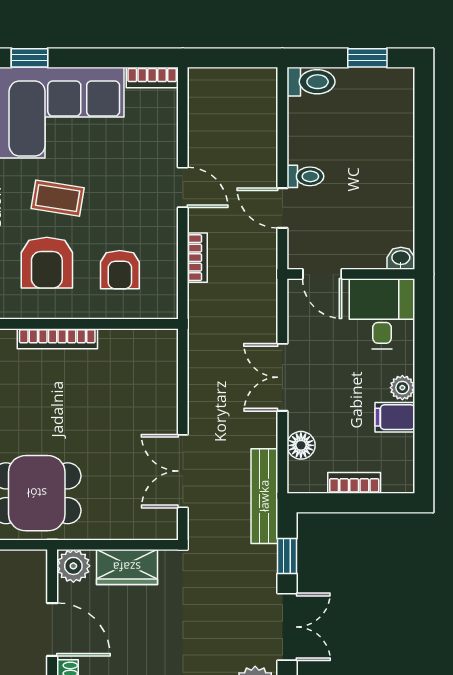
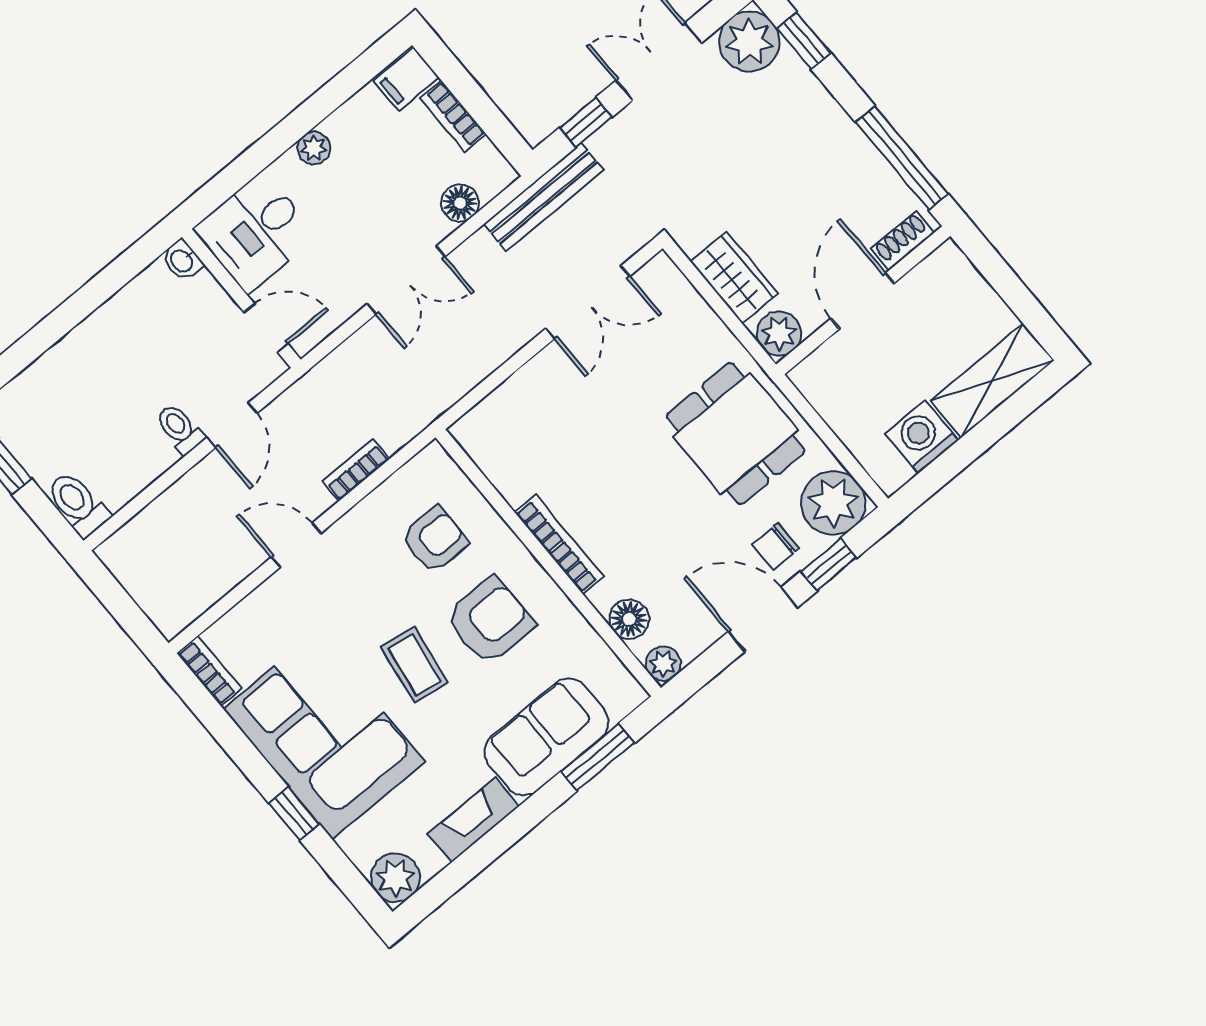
door: (183, 187) -> (296, 545), hinge flipped
door: (322, 274) -> (266, 328), hinge flipped
filing cabinet: (395, 417) -> (406, 79), moved, turned 90

